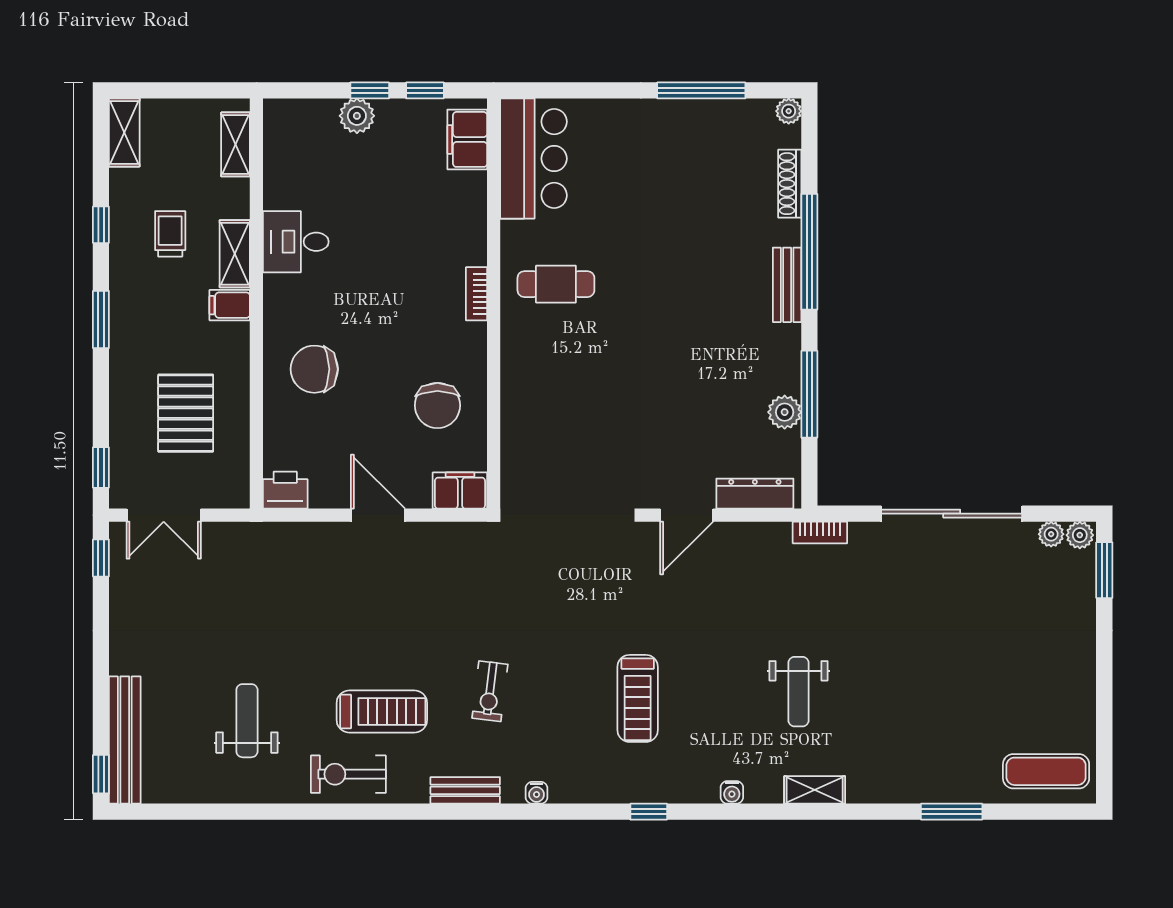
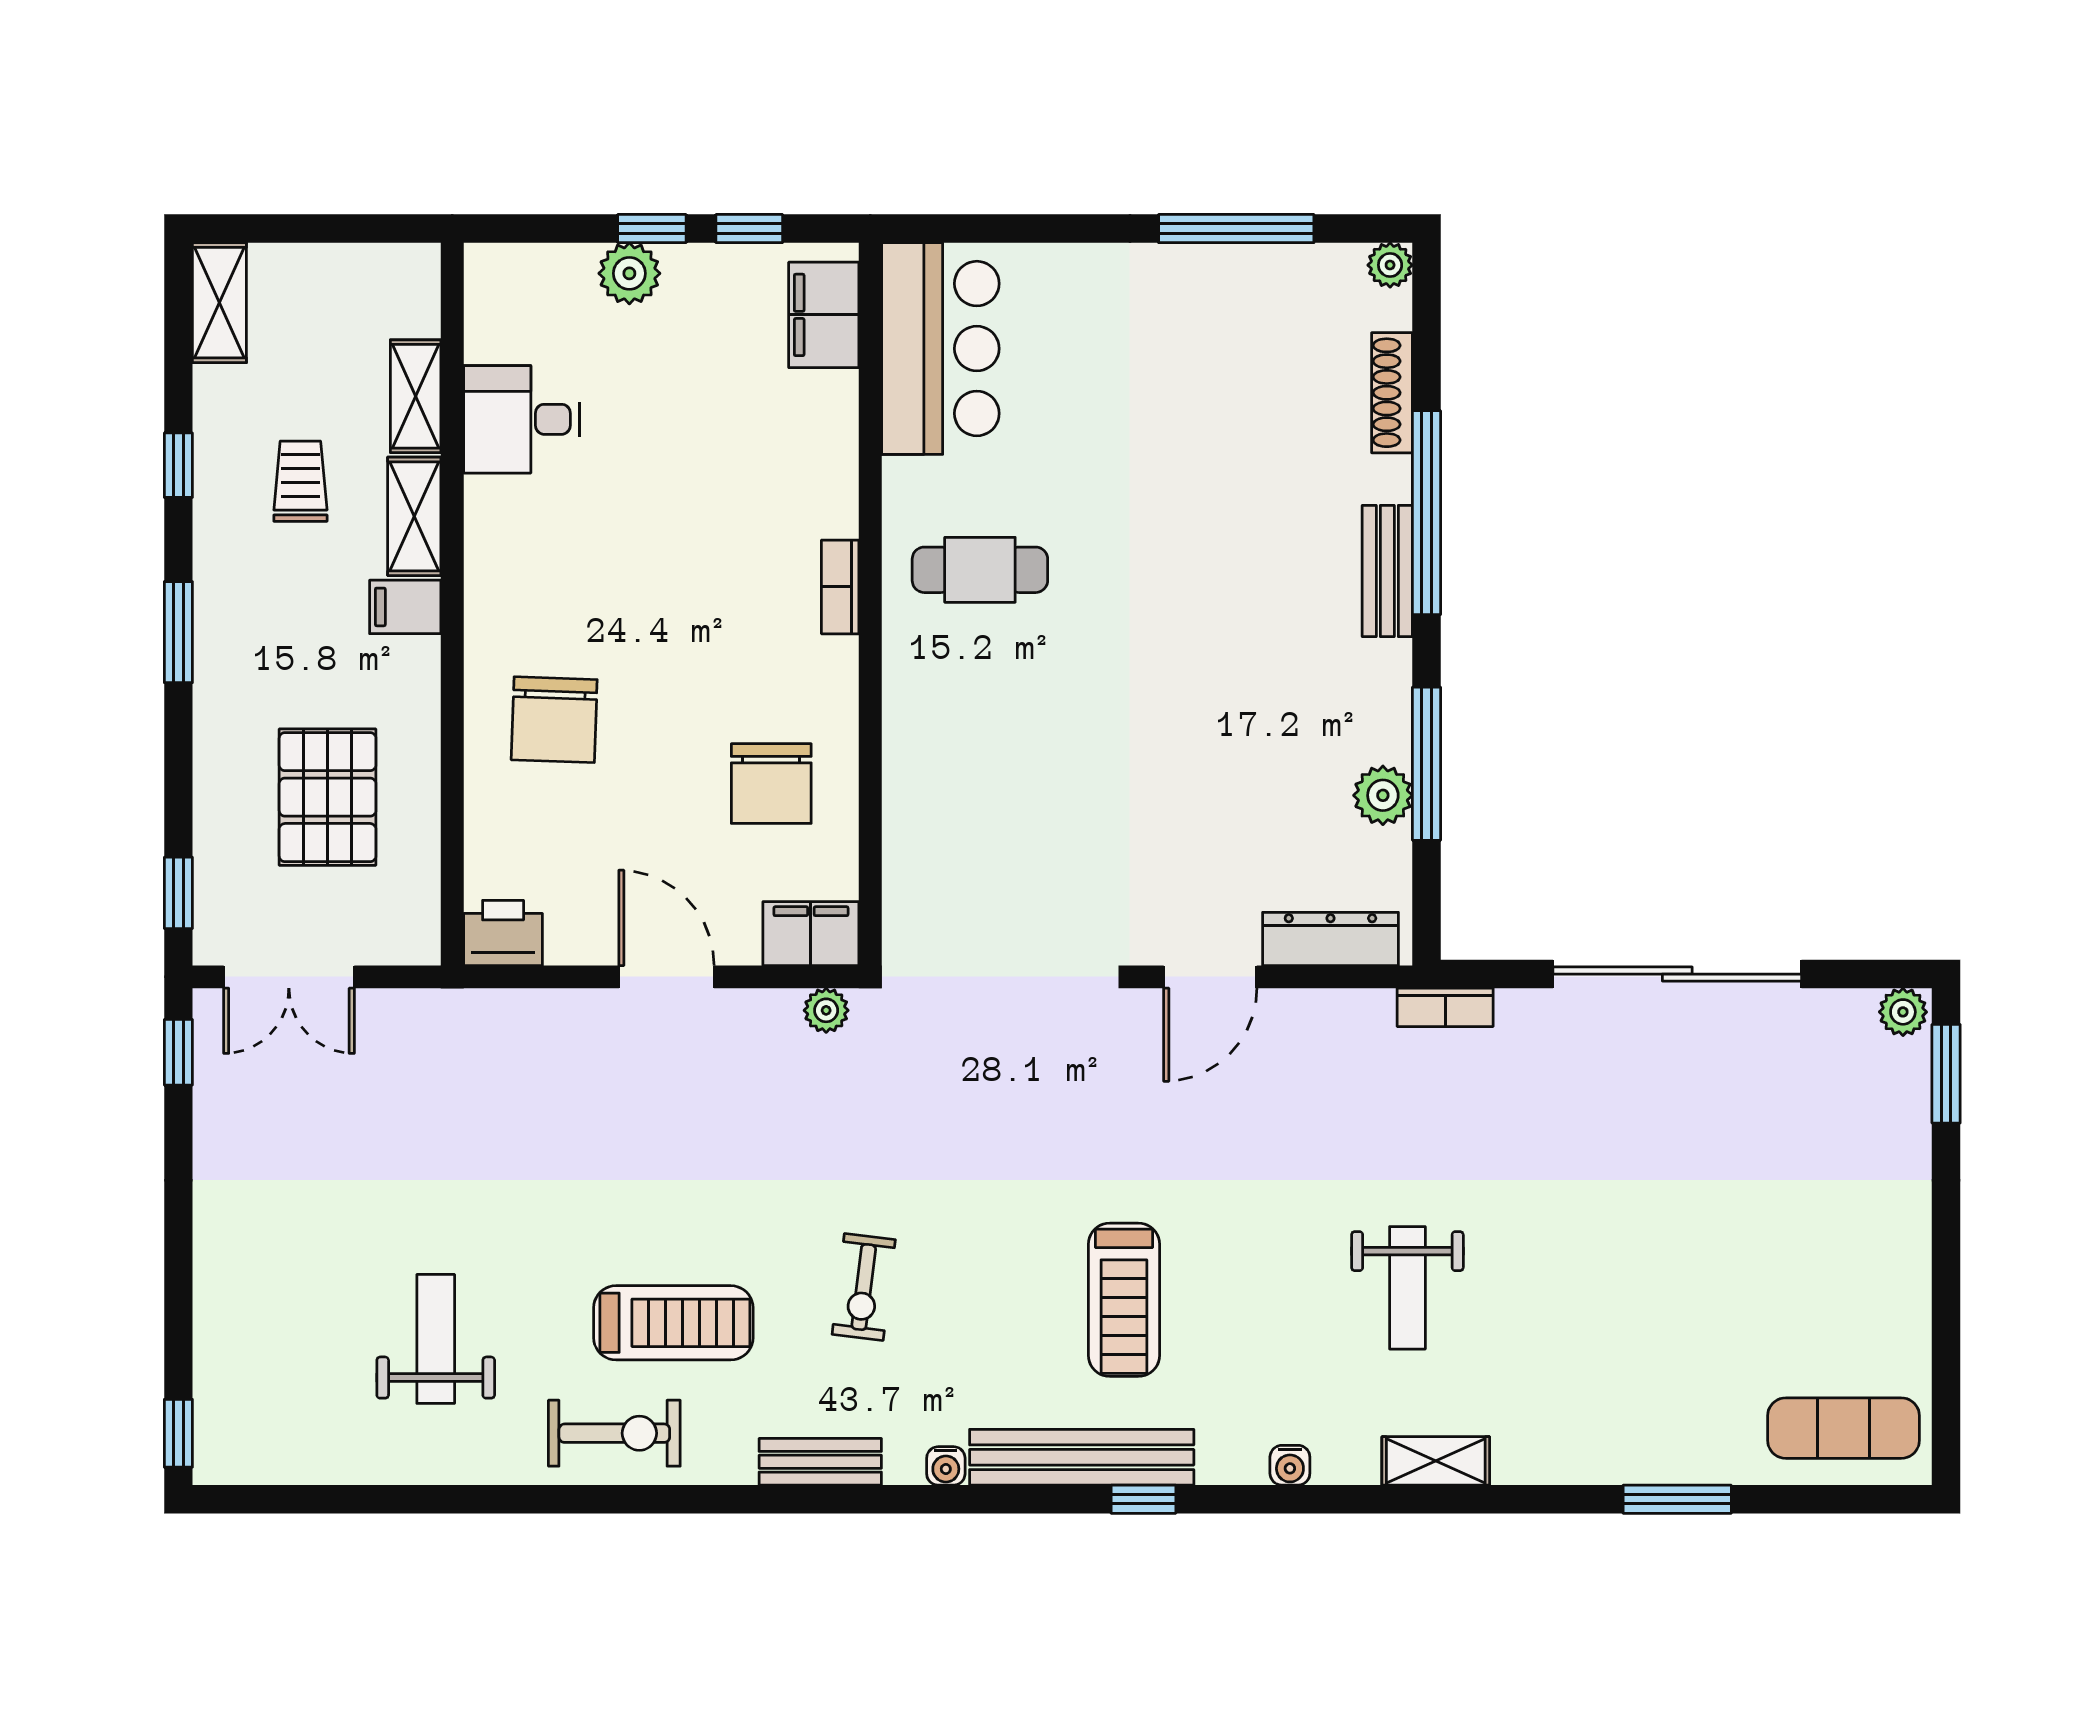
shelving: (236, 144) -> (416, 396), moved
desk: (296, 242) -> (522, 419), moved
chair: (314, 369) -> (554, 720), turned -88
plant: (1051, 534) -> (826, 1010), moved
bench: (125, 740) -> (1082, 1457), moved, turned 90
exercise bike: (348, 774) -> (614, 1433), turned 180

